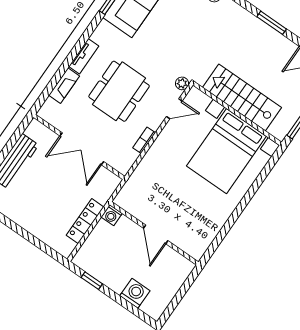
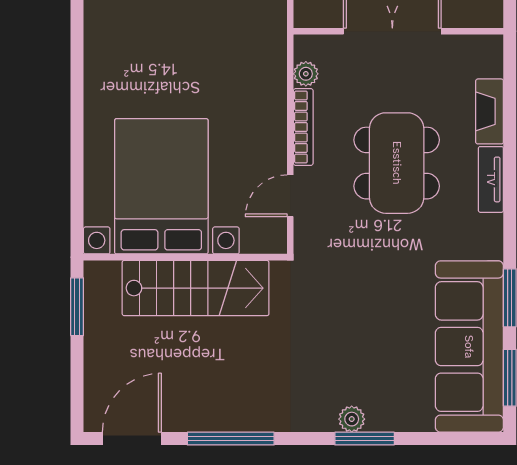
window: (272, 23) -> (231, 439), width x1.44
plant: (182, 83) -> (306, 74), moved
bookcase: (144, 140) -> (303, 127), width x1.56

